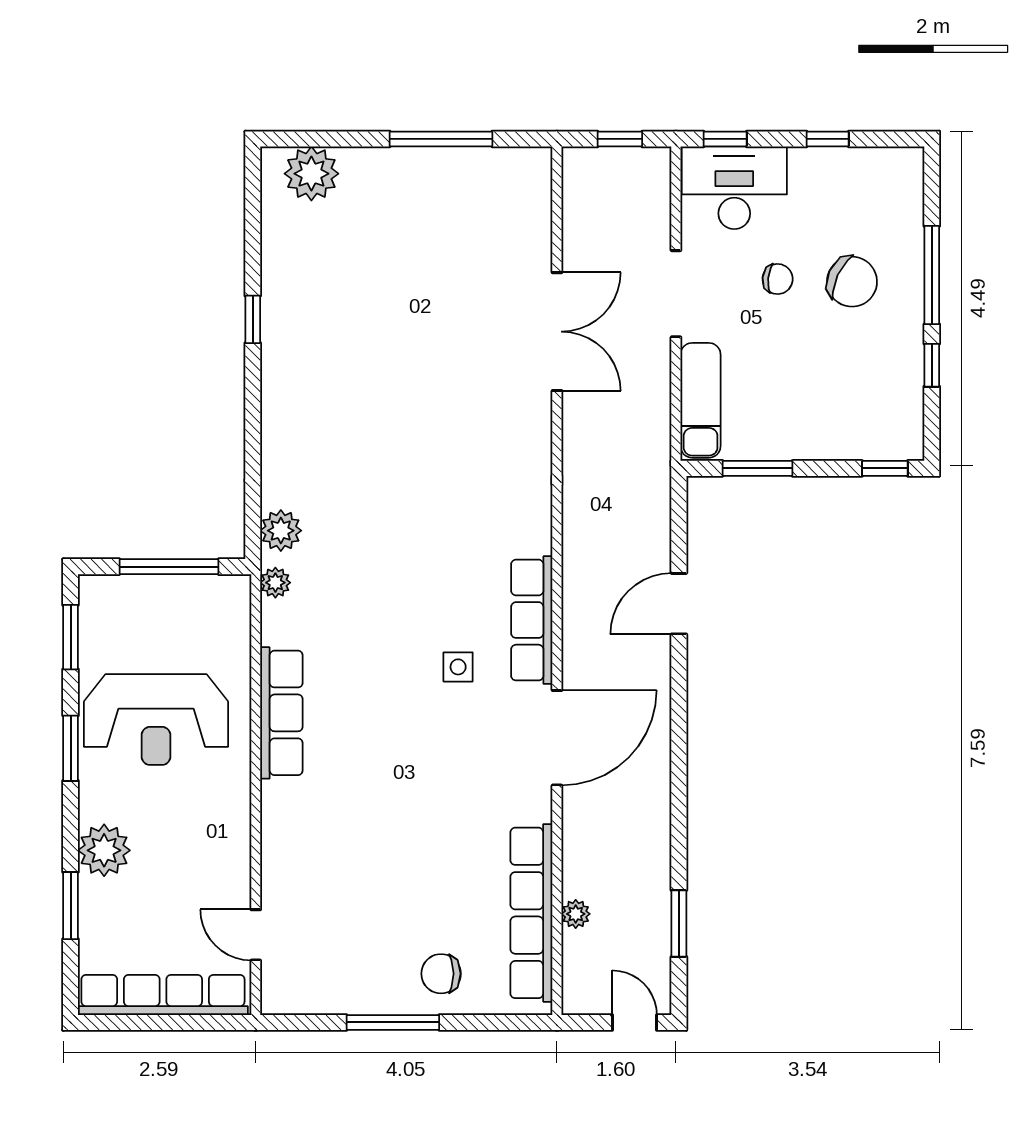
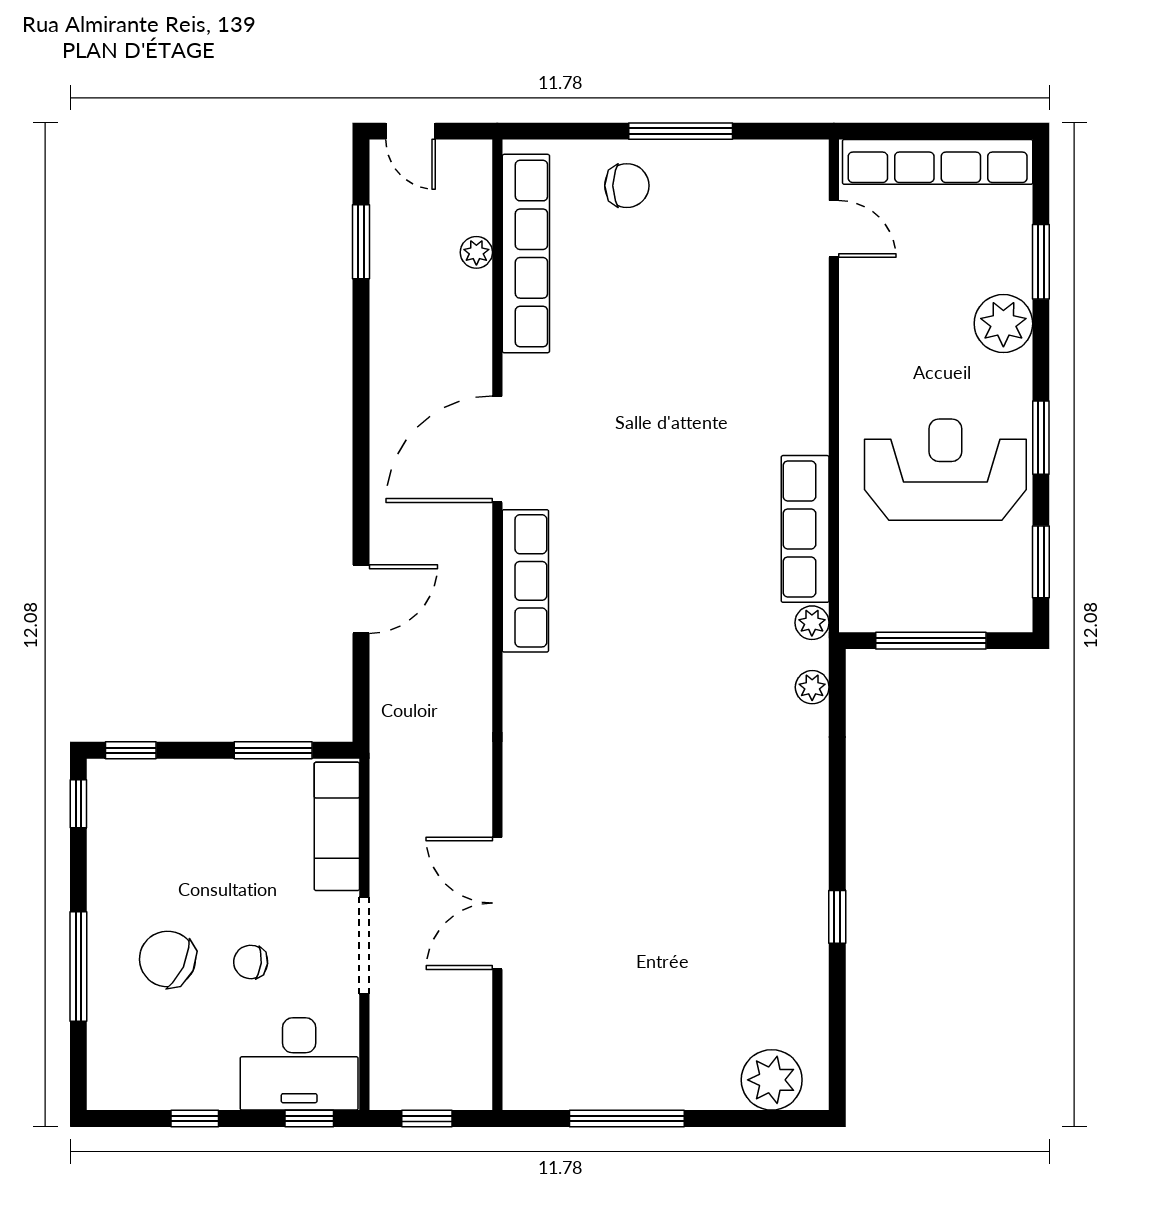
window: (932, 365) -> (78, 804), moved
plant: (281, 531) -> (812, 687), width x0.73, depth x0.73
side table: (458, 667) -> (608, 528), removed
row of seats: (281, 713) -> (805, 529), moved

